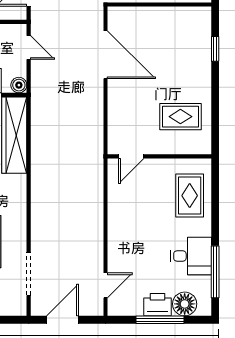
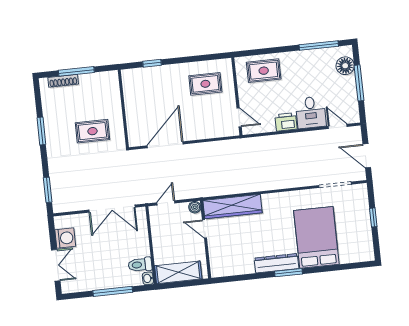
rug: (180, 117) -> (205, 84), turned 90
desk: (191, 256) -> (311, 112), moved, turned 180
printer: (157, 305) -> (286, 122), moved, turned 90

